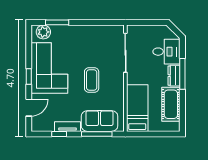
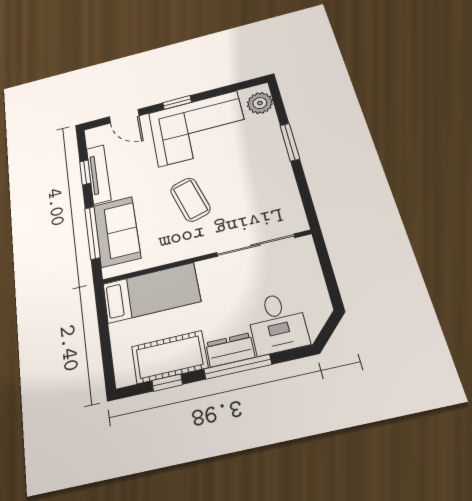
window: (57, 22) -> (290, 142), moved
coffee table: (92, 80) -> (190, 200), turned 74
window: (182, 107) -> (167, 383), added
tv unit: (68, 127) -> (99, 174), width x1.41

